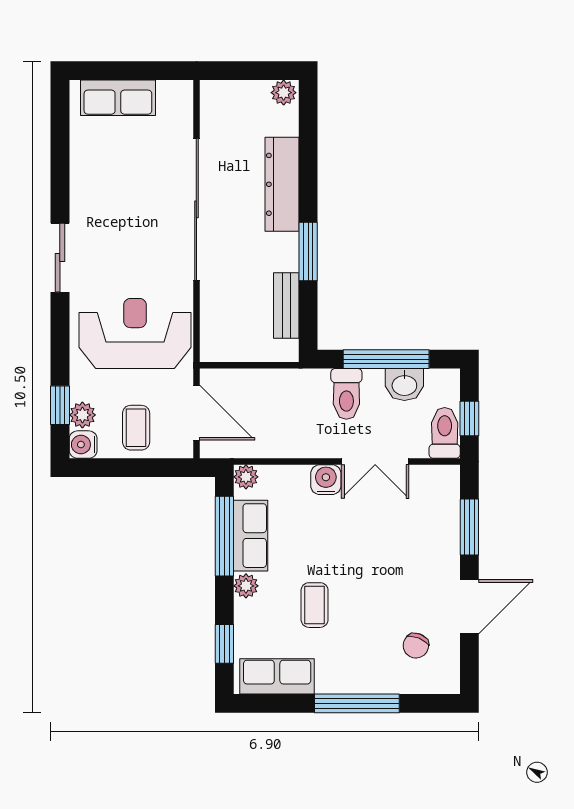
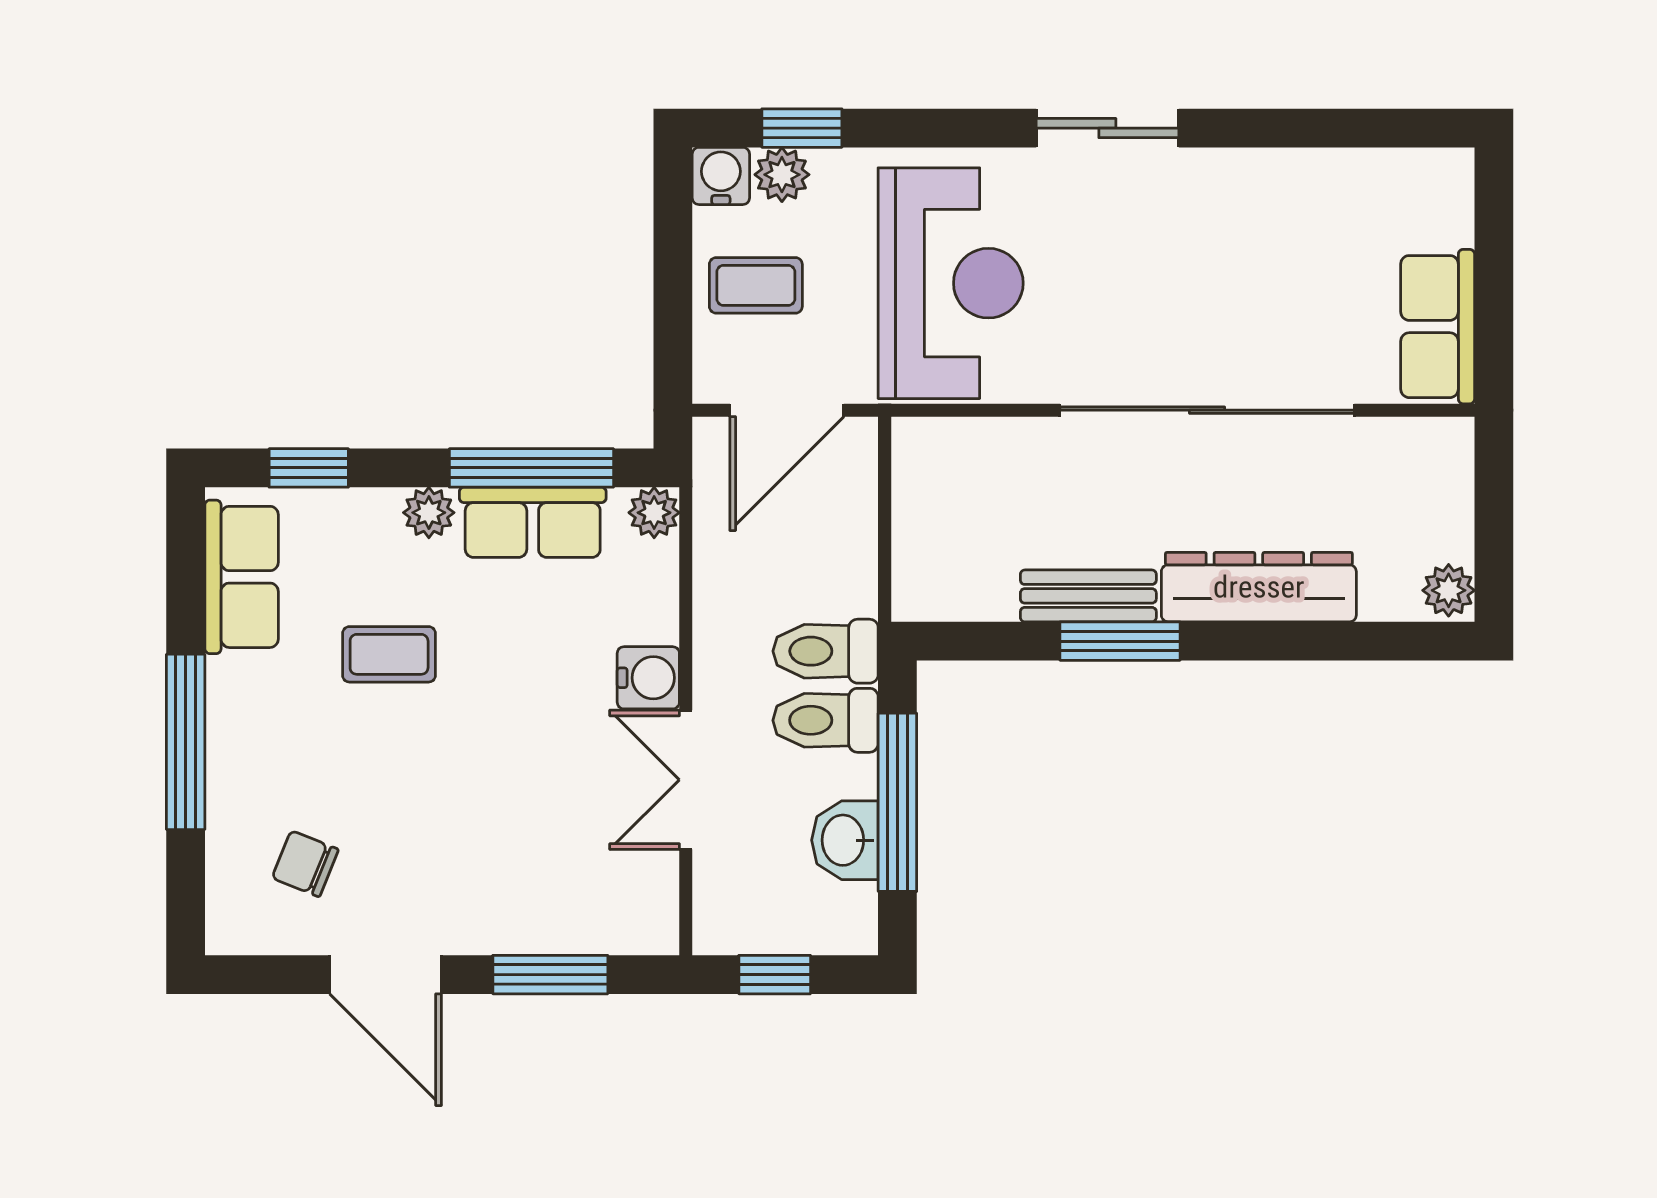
row of seats: (118, 98) -> (1438, 327), moved
bench: (286, 305) -> (1088, 596), moved
toilet: (445, 433) -> (826, 651), moved, turned 180

